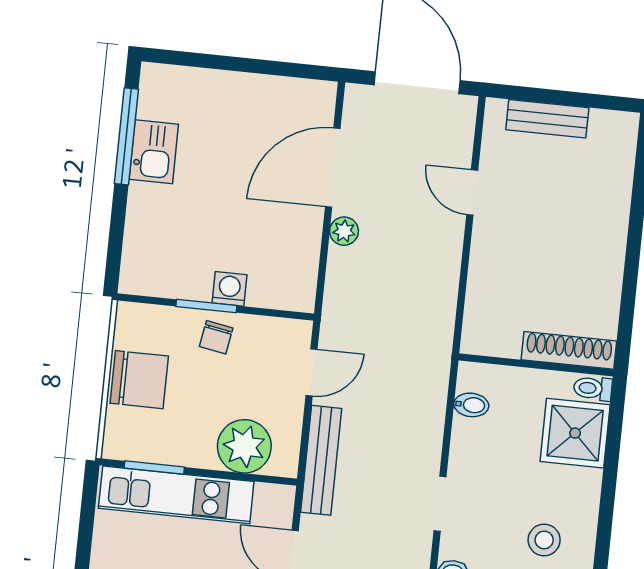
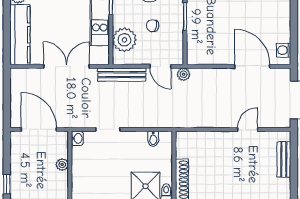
plant: (344, 231) -> (184, 74), moved
washing machine: (229, 289) -> (284, 50), moved, turned 180
chair: (216, 337) -> (153, 26), moved
stool: (544, 540) -> (97, 177), removed

